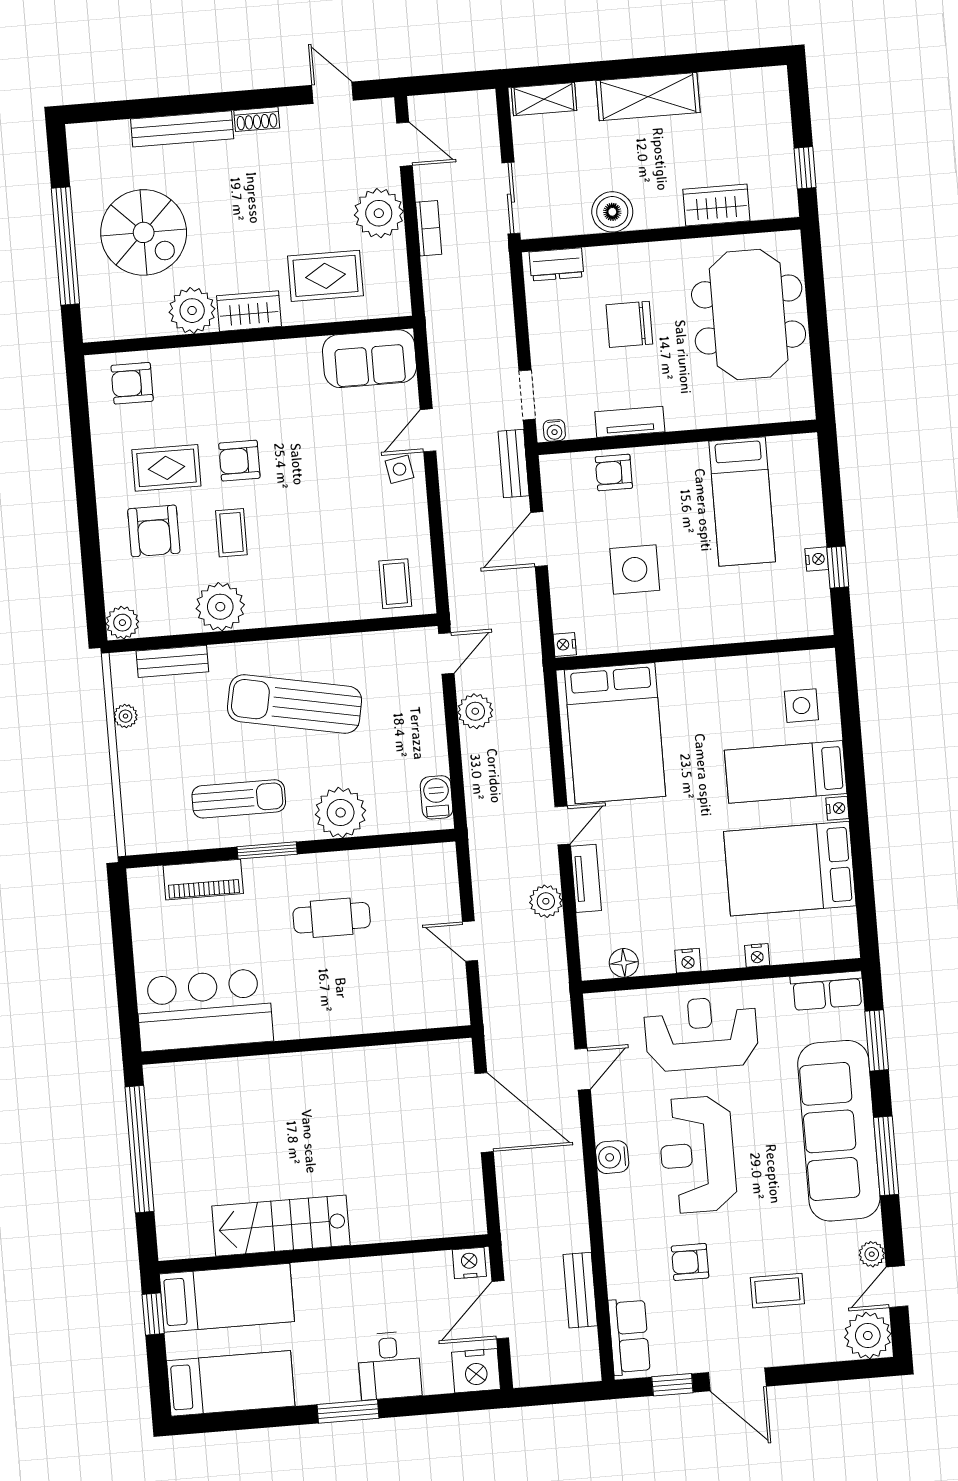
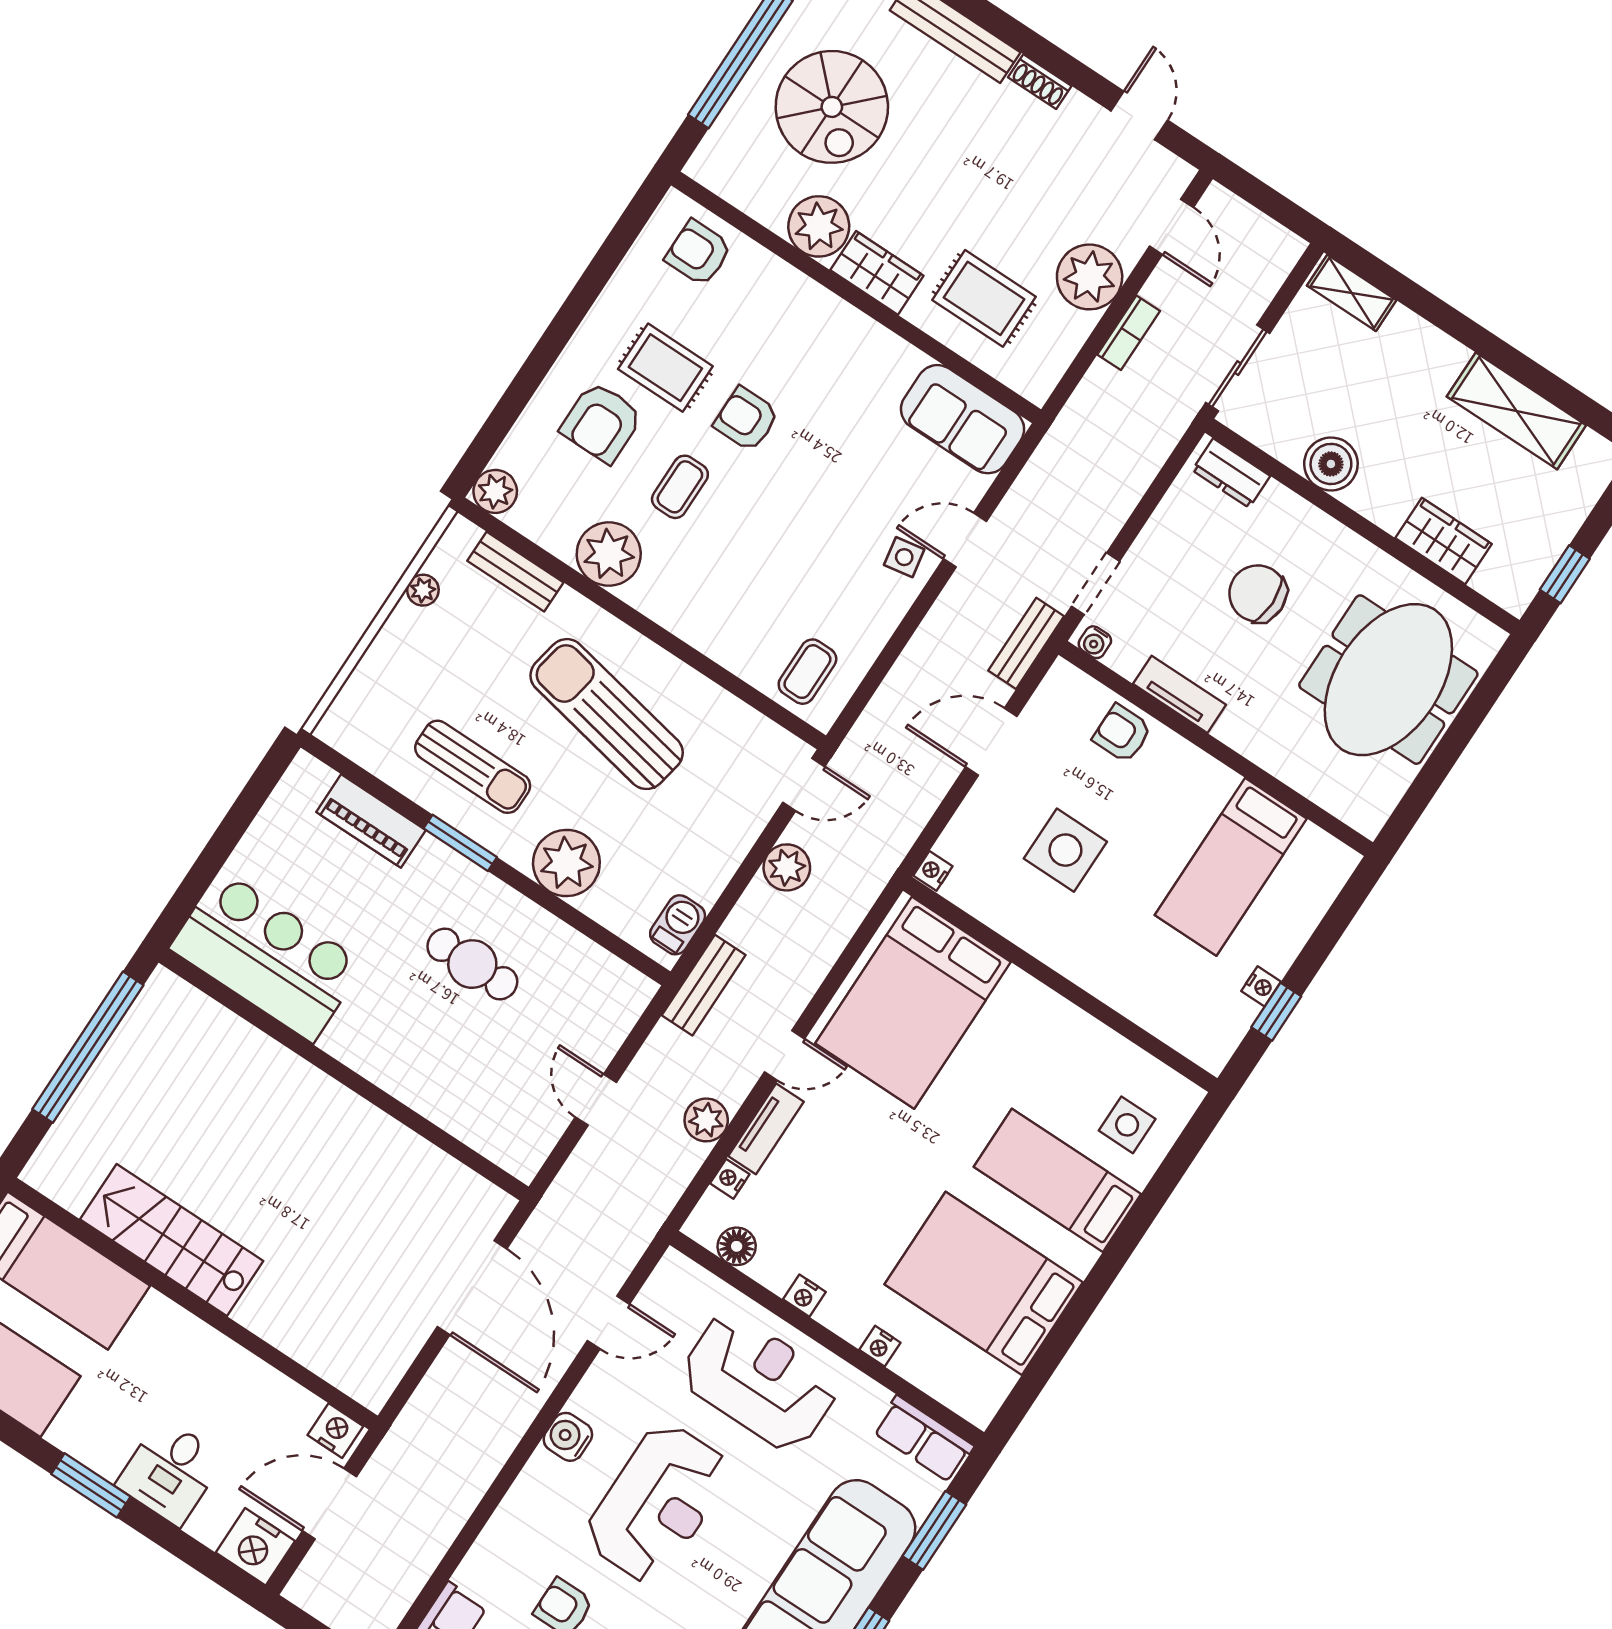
shelving: (648, 97) -> (1516, 411), moved
nightstand: (837, 808) -> (730, 1179), moved, turned 180
reception desk: (697, 1155) -> (658, 1503), turned 180
bench: (580, 1290) -> (704, 985), moved

